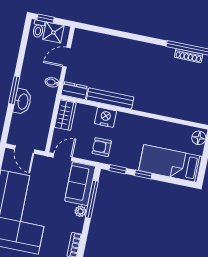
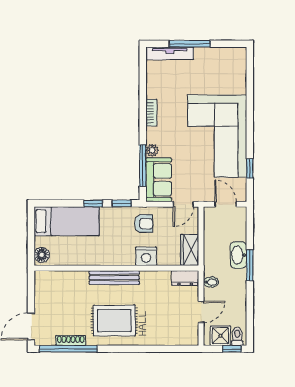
rug: (146, 66) -> (114, 321), added
bench: (110, 98) -> (114, 278), moved

